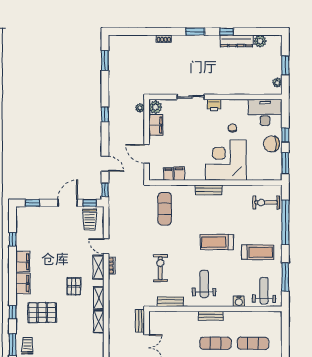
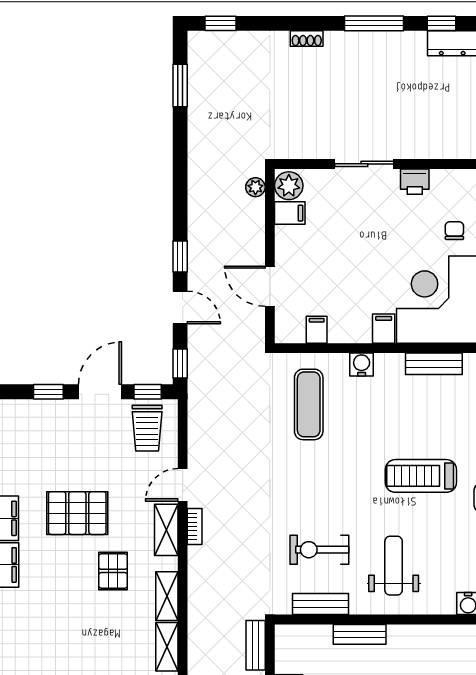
window: (124, 32) -> (220, 23), added
window: (195, 32) -> (374, 23), width x1.44
window: (105, 114) -> (180, 257), moved
filing cabinet: (156, 125) -> (290, 213), width x0.50
filing cabinet: (179, 174) -> (384, 329), moved
water cooler: (189, 190) -> (362, 365), added
bench: (209, 190) -> (434, 364), moved
window: (33, 203) -> (48, 392), moved
door: (106, 246) -> (183, 485), hinge flipped
exercise bike: (160, 268) -> (319, 550), moved, turned -90
pallet: (42, 313) -> (77, 513), moved
bench: (211, 316) -> (360, 634), moved

